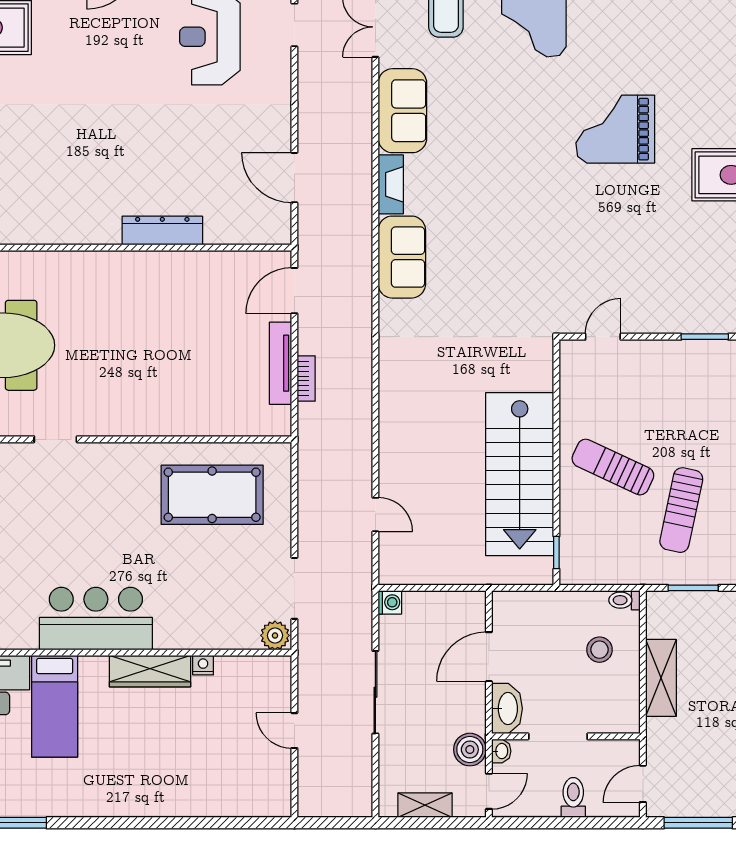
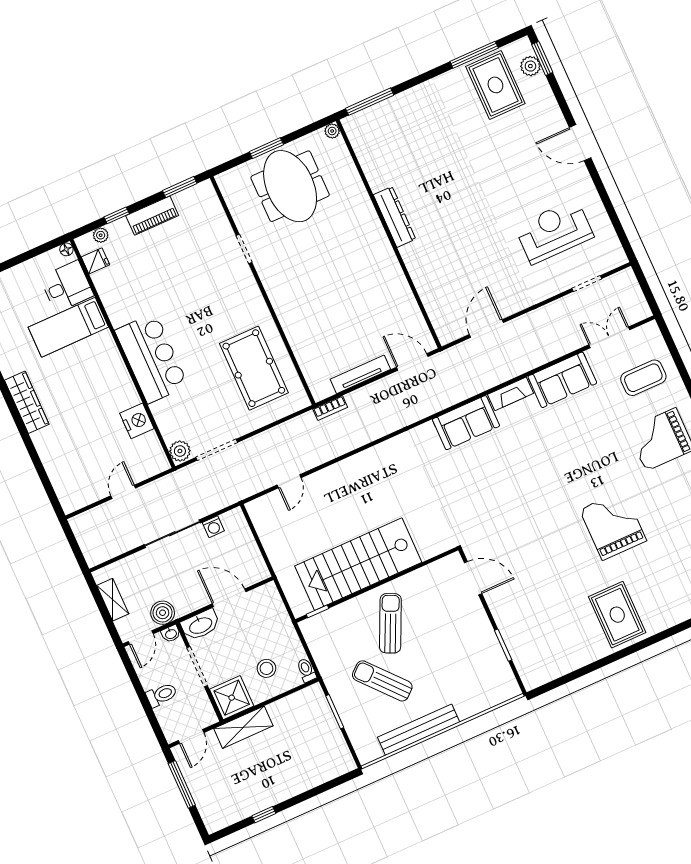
dresser: (162, 231) -> (394, 217), moved
door: (603, 337) -> (473, 578), width x1.38
bookcase: (306, 379) -> (330, 408), moved
sun lounger: (681, 510) -> (382, 681), turned 37
washing machine: (390, 602) -> (213, 527), moved
bar counter: (96, 619) -> (152, 358), moved
nightstand: (203, 665) -> (137, 421), width x1.89, depth x1.79
wardrobe: (150, 671) -> (27, 402), moved, turned 180
shelving: (661, 678) -> (243, 727), moved
shower: (617, 710) -> (232, 698), added
door: (643, 784) -> (191, 736), swing flipped
door: (489, 791) -> (141, 638), hinge flipped

